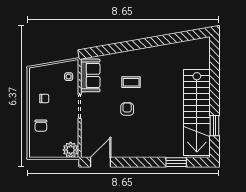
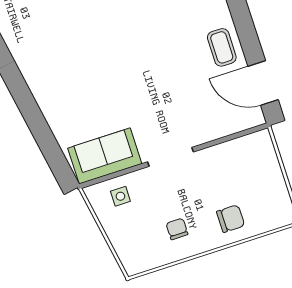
coffee table: (131, 82) -> (222, 47), moved
armchair: (127, 109) -> (146, 65), removed
plant: (71, 150) -> (258, 147), removed

